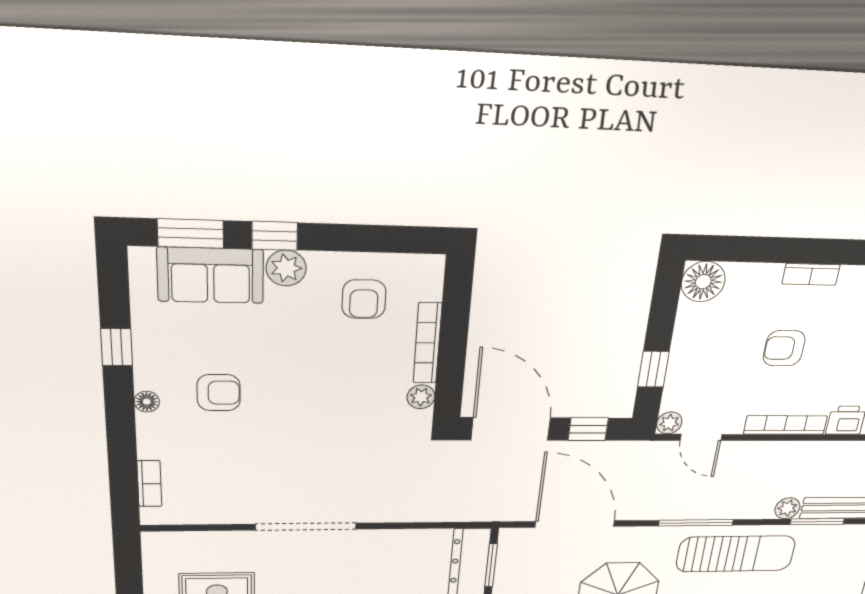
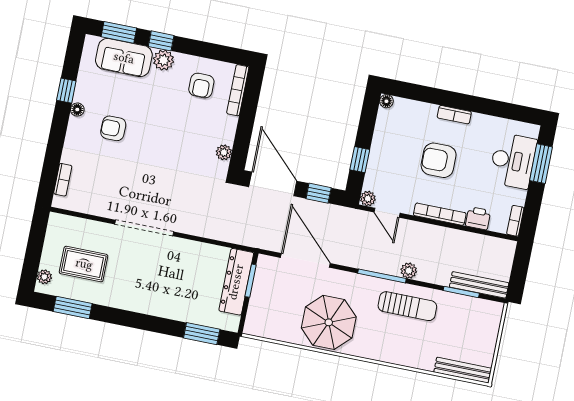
floor lamp: (703, 282) -> (386, 101), width x0.53, depth x0.53
bookcase: (427, 343) -> (238, 90), moved
armchair: (784, 348) -> (439, 160), width x1.38, depth x1.38
armchair: (219, 393) -> (113, 128), turned 180
floor lamp: (147, 402) -> (77, 110), moved
plant: (787, 508) -> (409, 271), moved
sun lounger: (736, 554) -> (407, 306), width x0.73, depth x0.75

